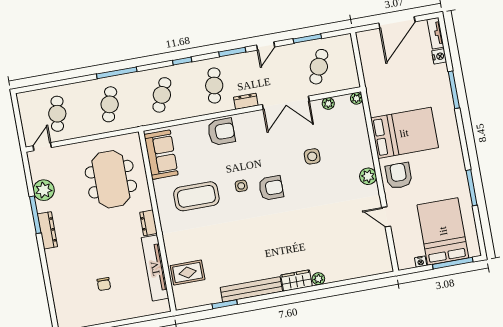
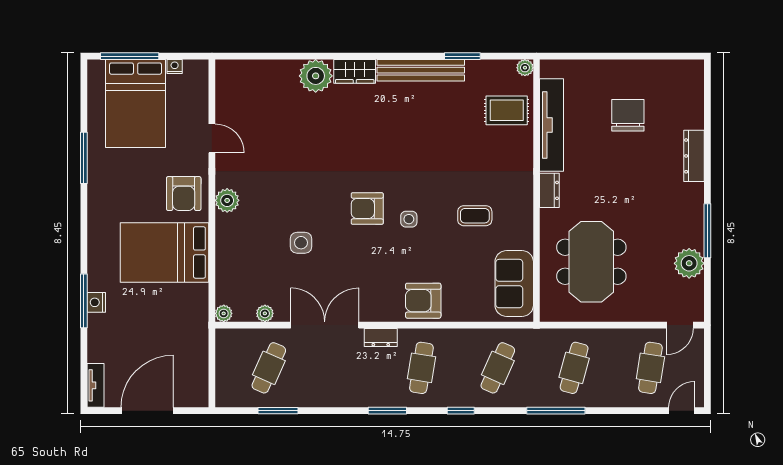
door: (266, 46) -> (682, 411), moved
nightstand: (439, 56) -> (96, 302), moved
coffee table: (196, 196) -> (475, 216), width x0.54, depth x0.58
dresser: (47, 230) -> (694, 156), moved
plant: (318, 279) -> (316, 76), width x1.87, depth x1.87
chair: (104, 284) -> (628, 115), width x1.87, depth x1.87
plant: (180, 304) -> (525, 68), added

